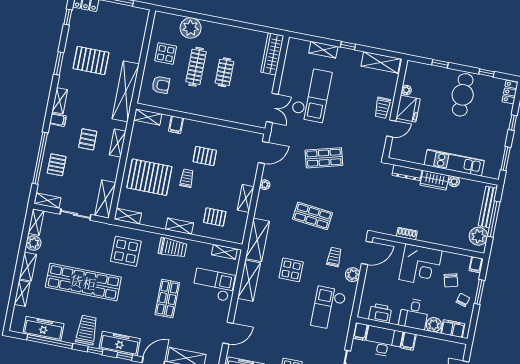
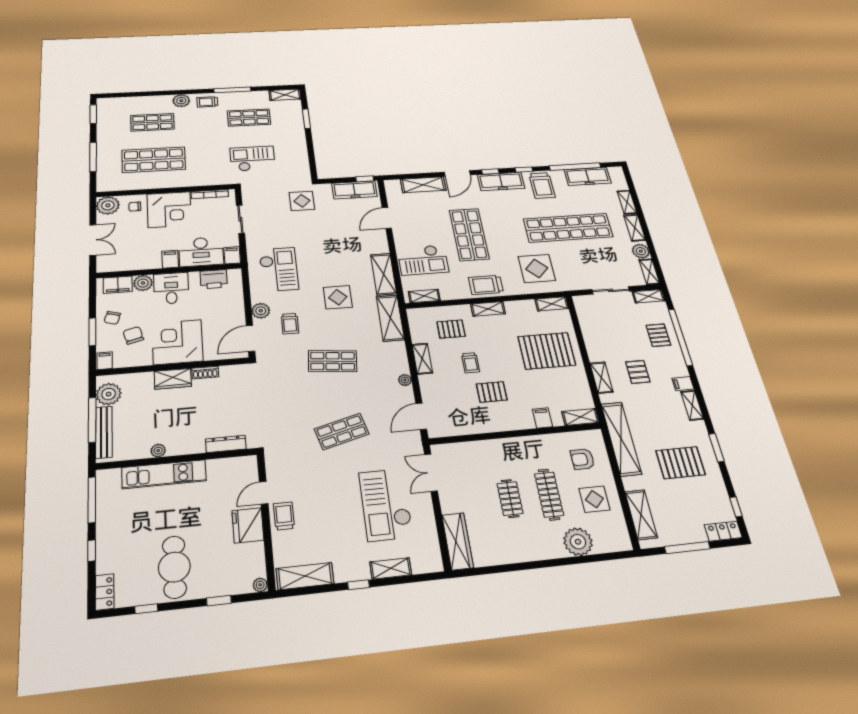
plant: (406, 90) -> (260, 585), moved
window: (506, 159) -> (92, 500), width x1.44
trolley: (187, 178) -> (471, 363), moved
wardrobe: (434, 180) -> (173, 379), moved, turned 180
shelving: (105, 199) -> (641, 515), moved
shop shelf: (167, 299) -> (469, 234), width x1.43, depth x1.36

